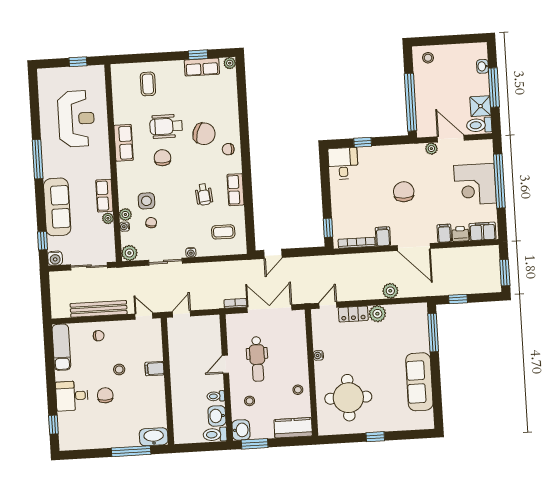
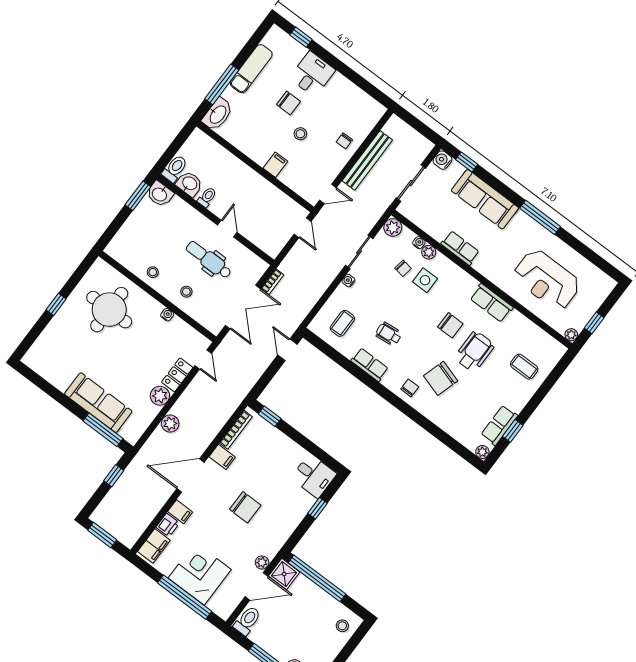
shower: (480, 106) -> (284, 574), moved
plant: (108, 218) -> (571, 335), moved
exam couch: (61, 347) -> (251, 69), moved, turned -90
sofa: (419, 382) -> (98, 403), moved
stool: (250, 401) -> (186, 292), moved
kitchen counter: (293, 428) -> (124, 240), removed

